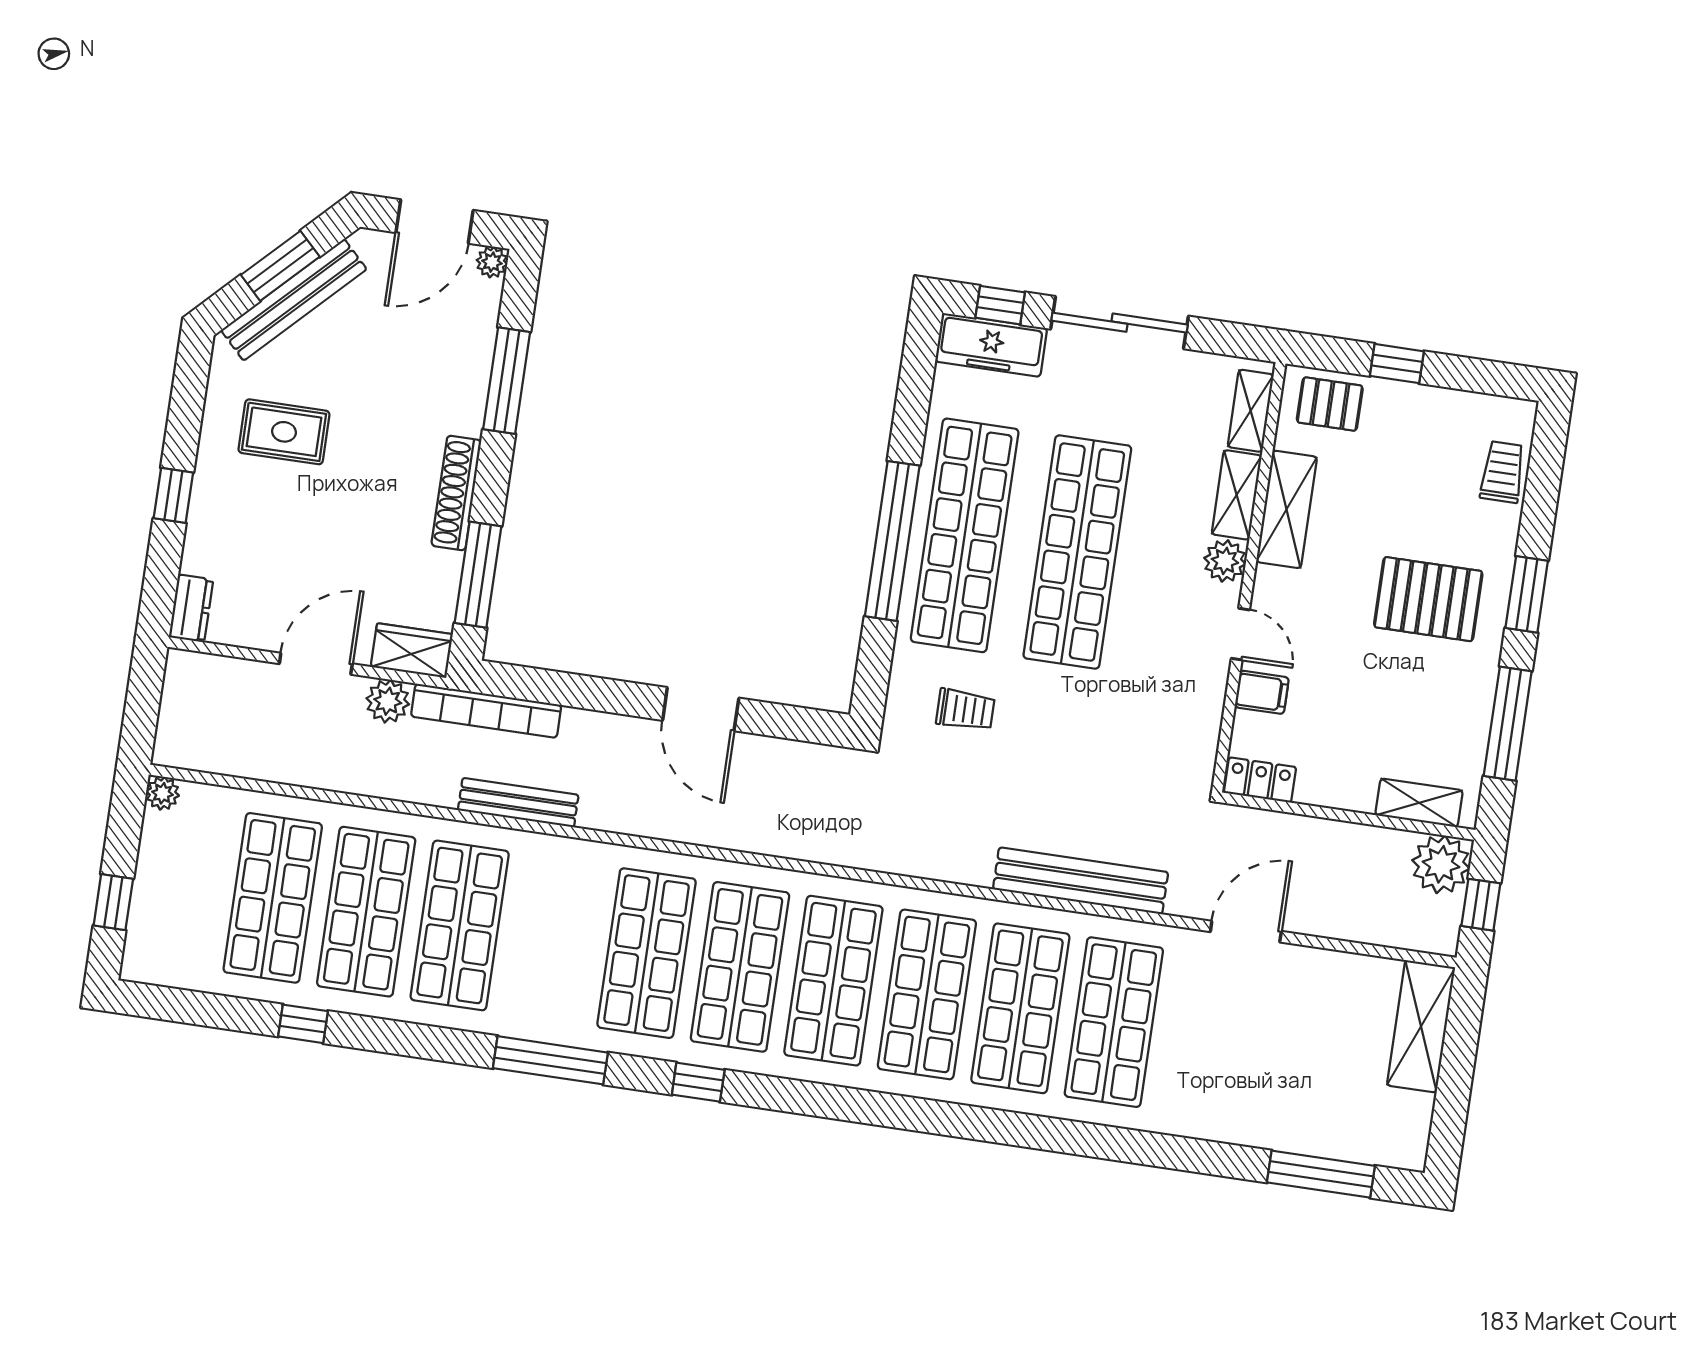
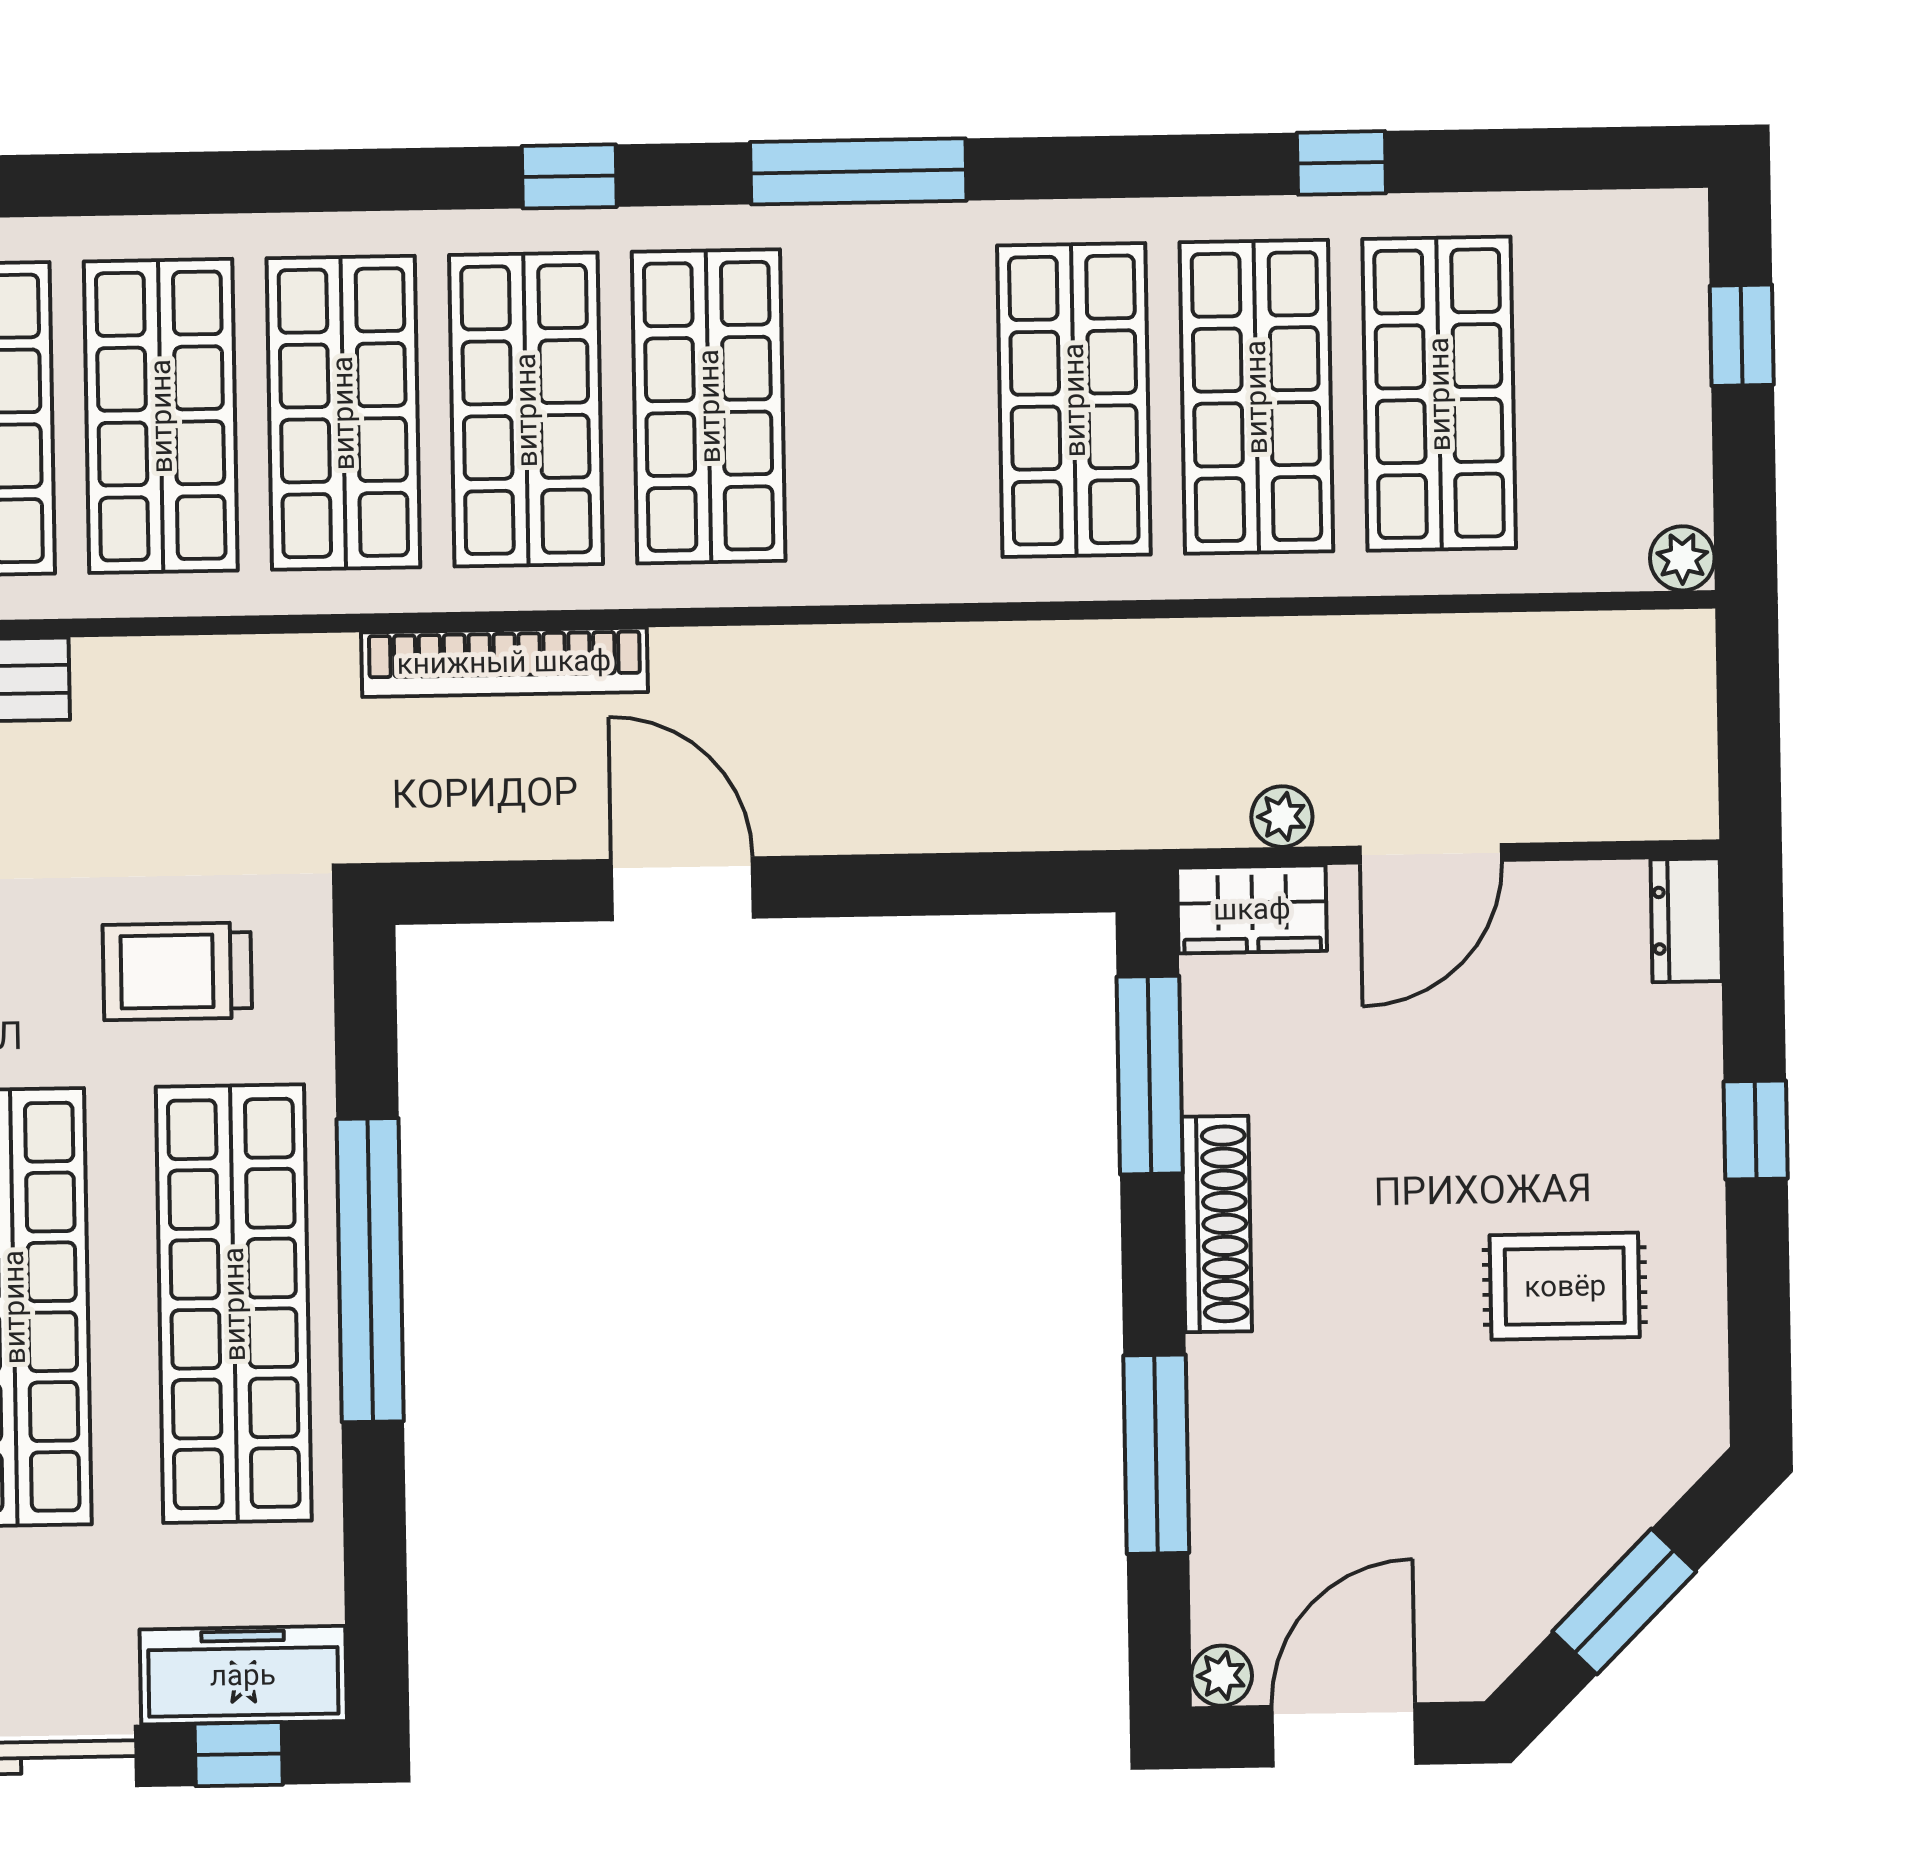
bench: (294, 300) -> (1588, 1541), removed
plant: (388, 701) -> (1282, 817), width x0.73, depth x0.73
trolley: (965, 710) -> (177, 971), width x1.36, depth x1.39
bookcase: (486, 711) -> (504, 662), moved, turned 180
bench: (518, 803) -> (1001, 653), removed

